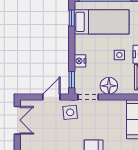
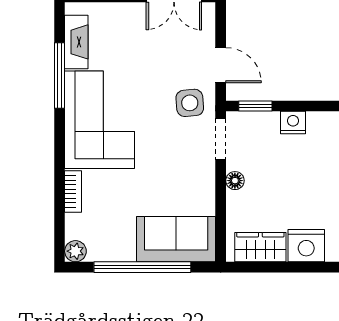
side table: (119, 55) -> (305, 202), removed
floor lamp: (109, 86) -> (235, 181), width x0.53, depth x0.53

